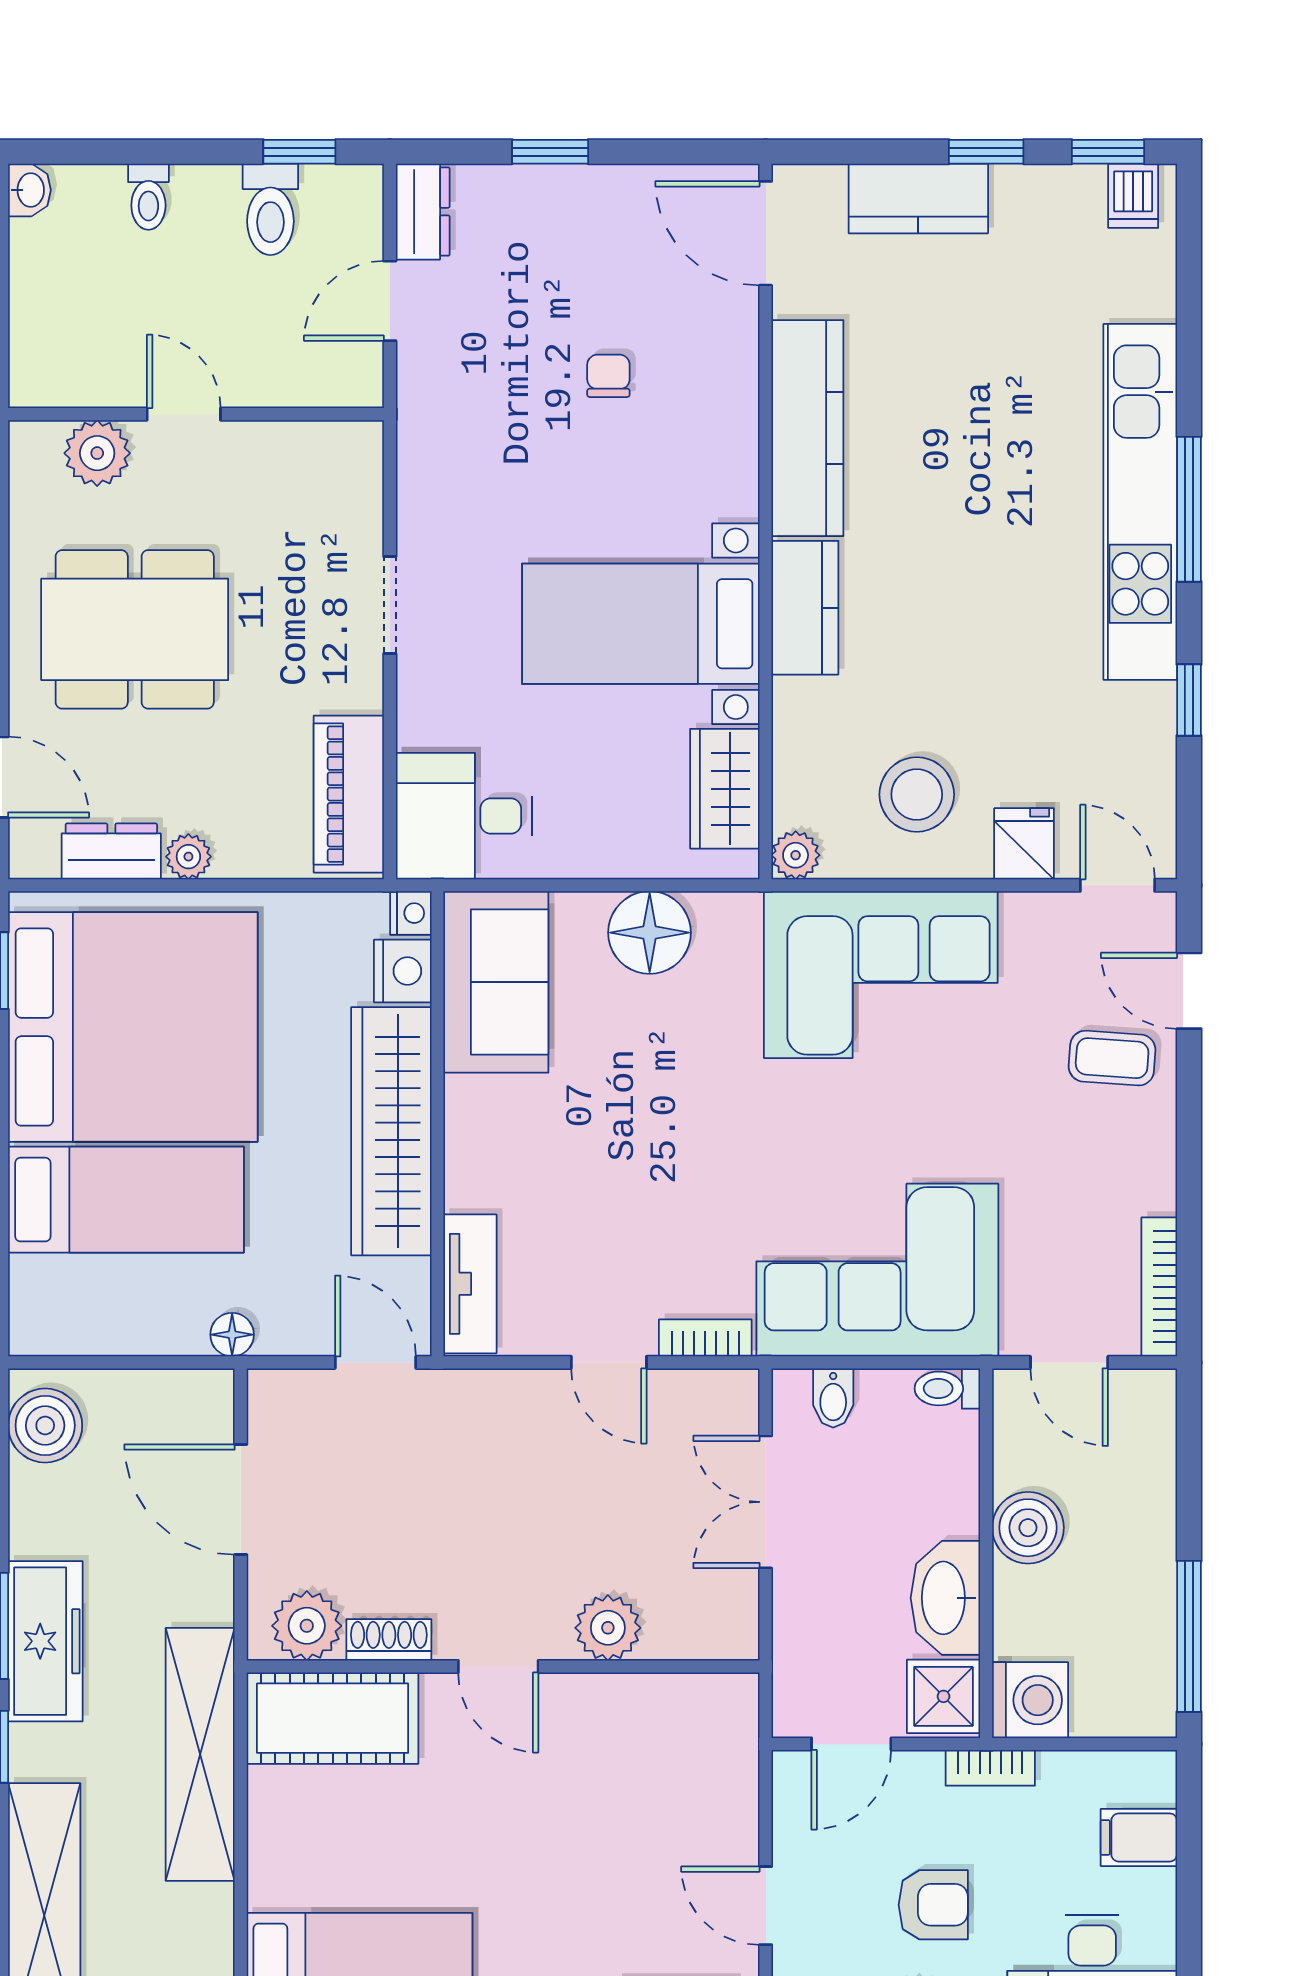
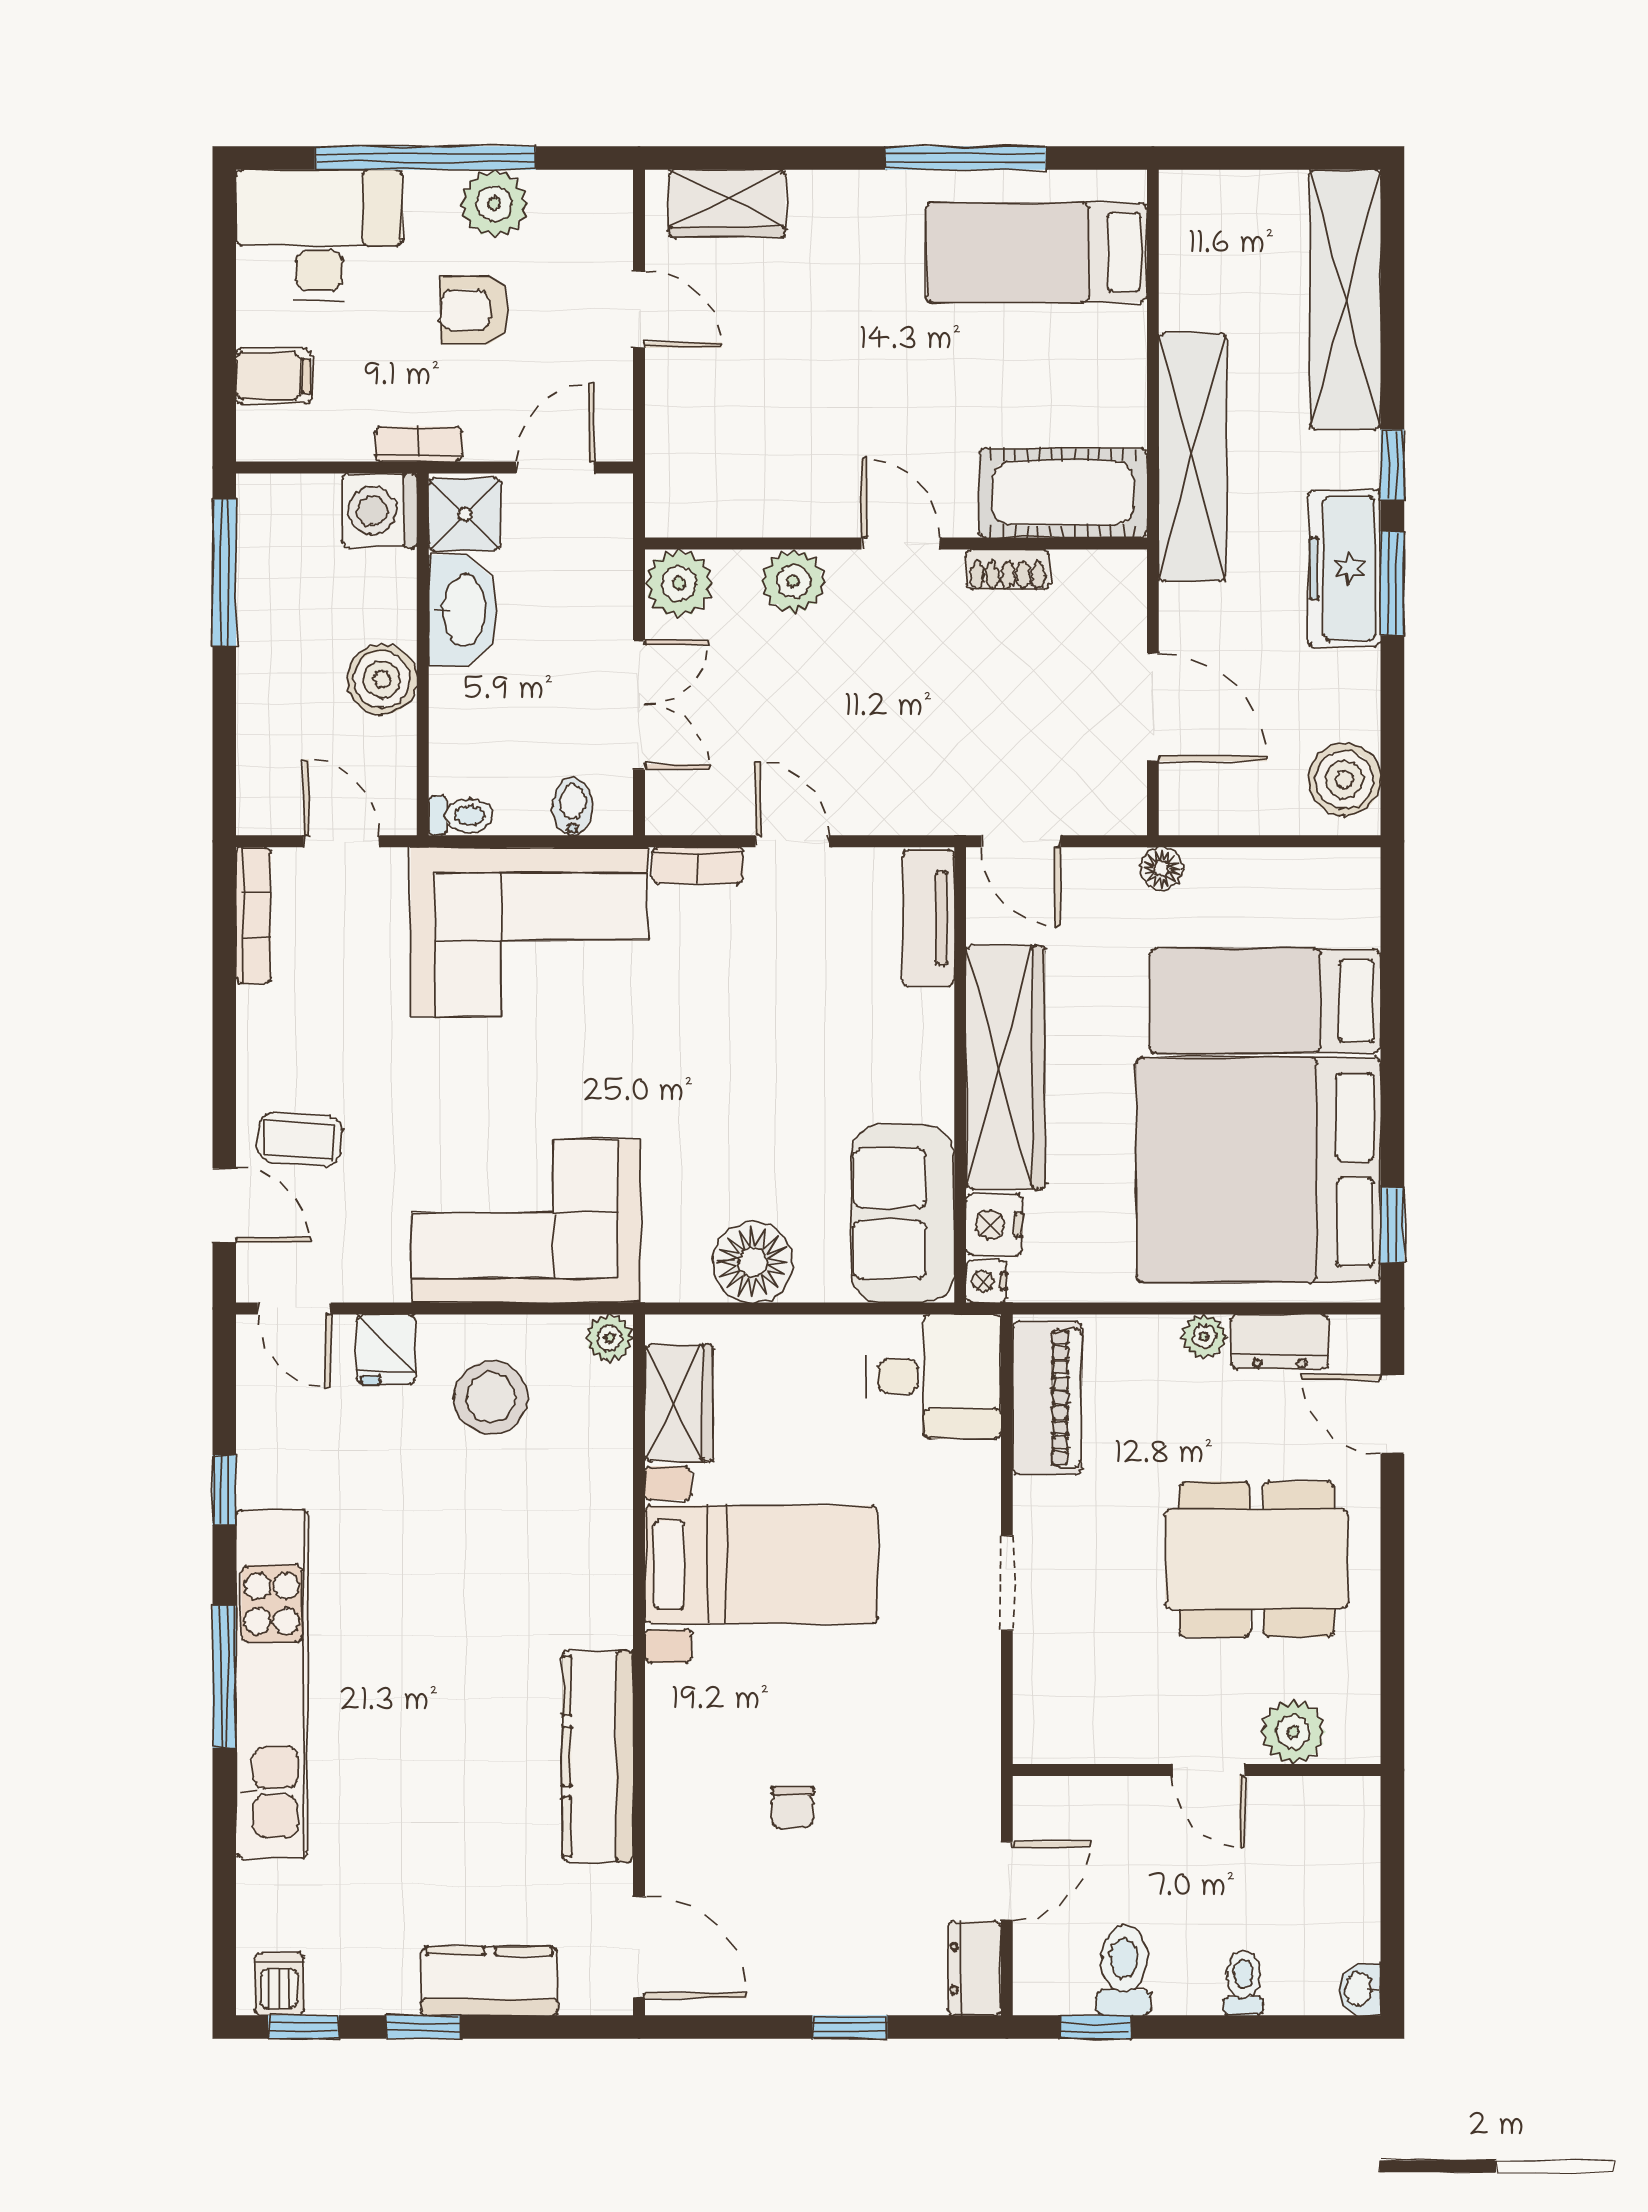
kitchen counter: (805, 608) -> (600, 1580), removed
plant: (307, 1626) -> (679, 583), moved

